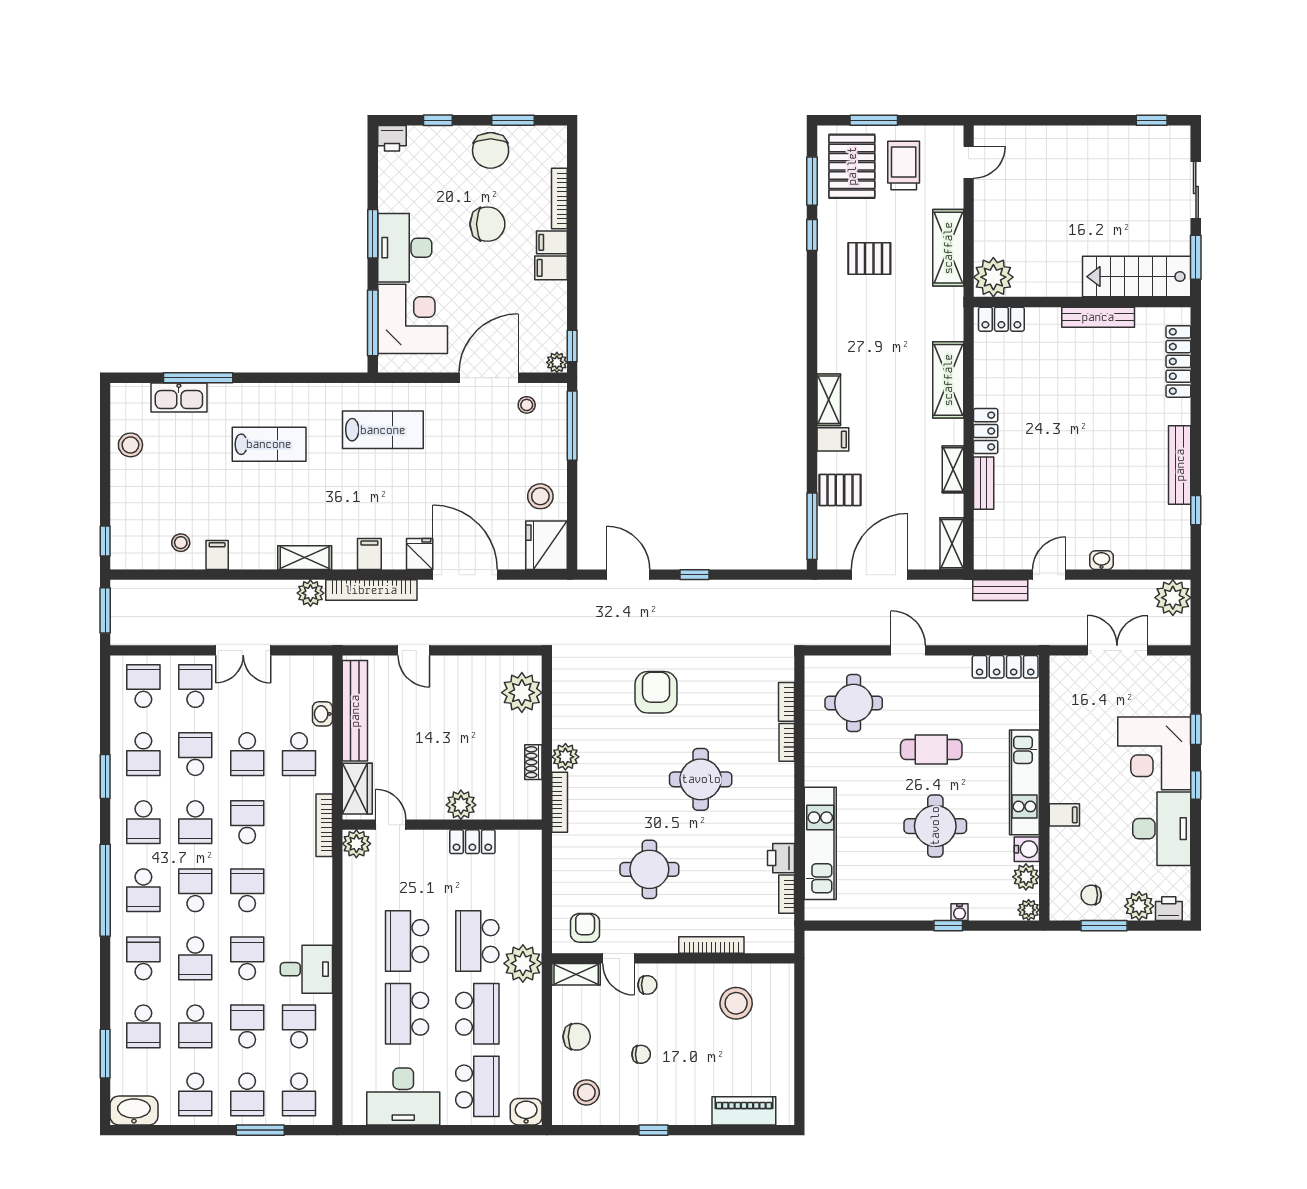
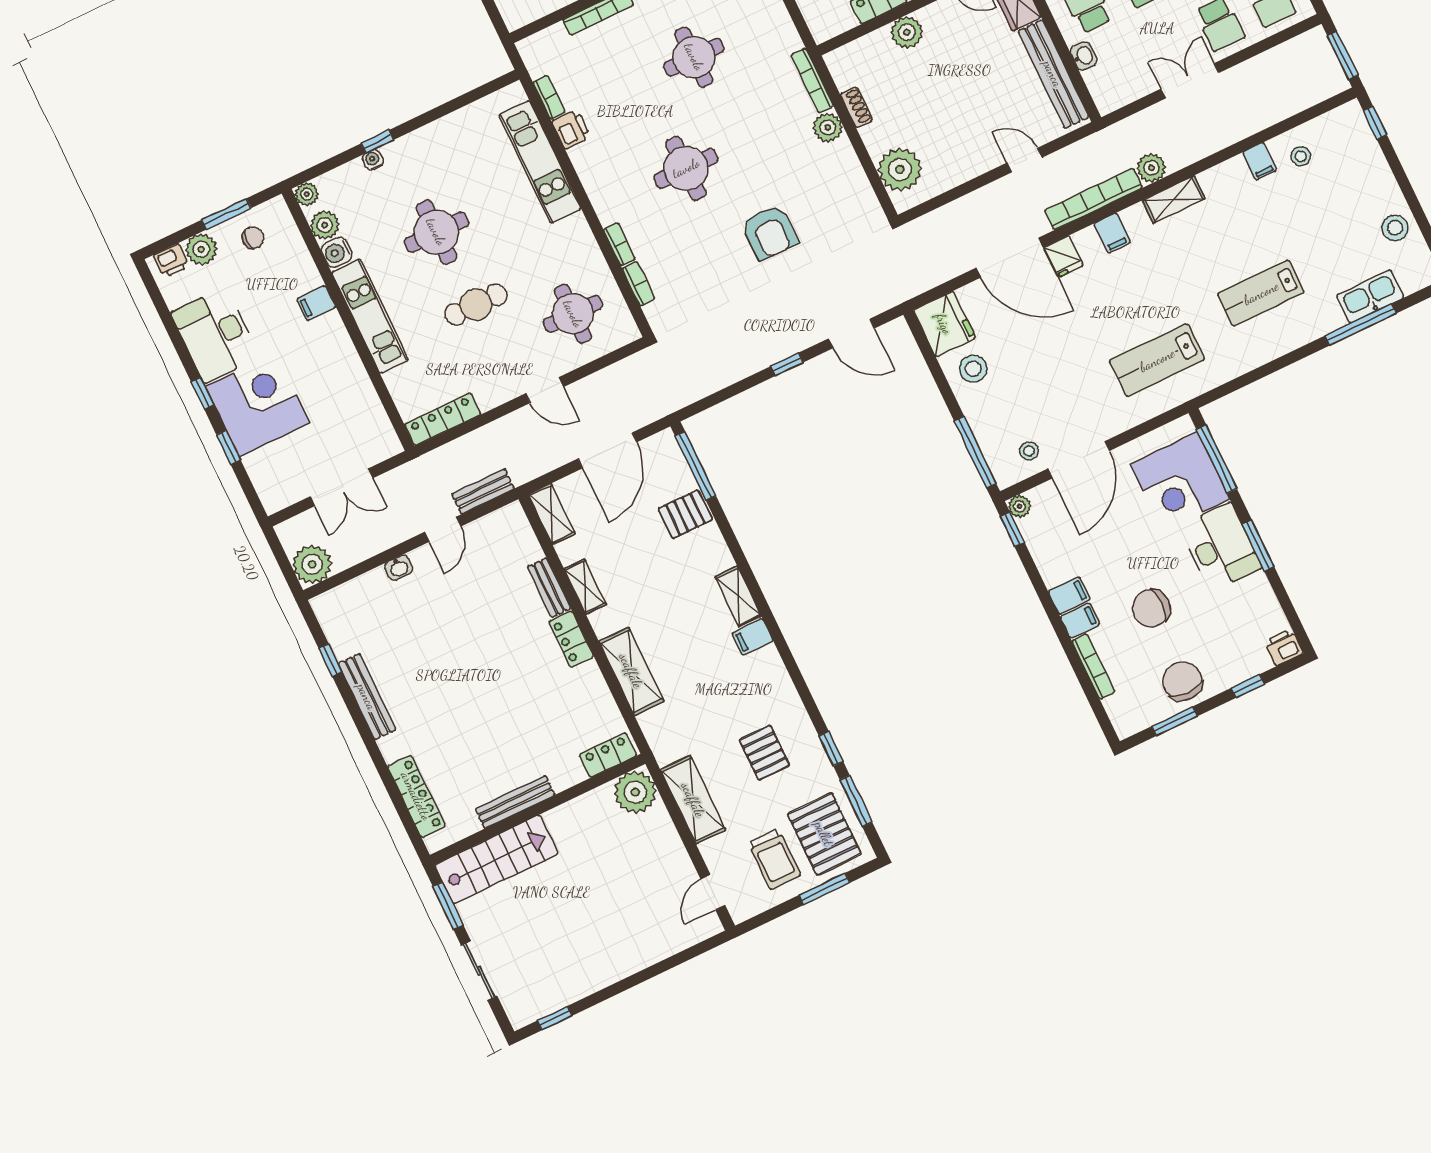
pallet: (869, 258) -> (764, 753), turned 90
filing cabinet: (833, 439) -> (753, 637), moved

